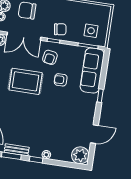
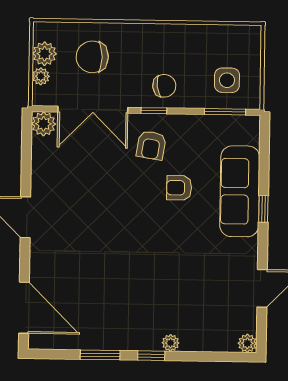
sofa: (92, 70) -> (240, 191), moved
rug: (26, 81) -> (108, 200), removed
bench: (17, 150) -> (109, 341), removed
plant: (80, 155) -> (247, 343), width x0.53, depth x0.53

